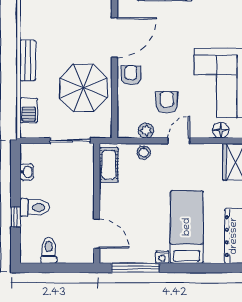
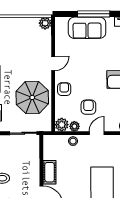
door: (114, 37) -> (53, 63), width x0.53
plant: (127, 128) -> (62, 125), added
cot: (109, 165) -> (50, 172), moved

